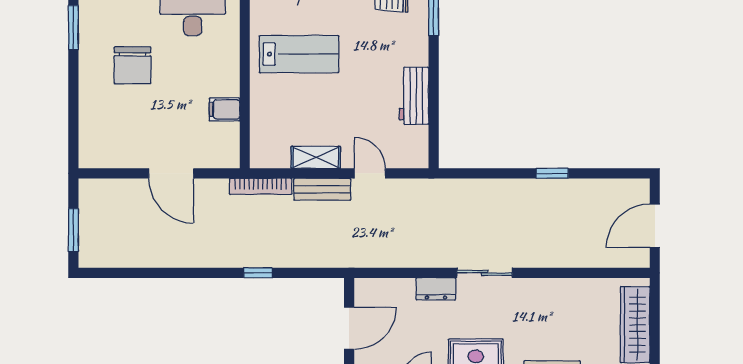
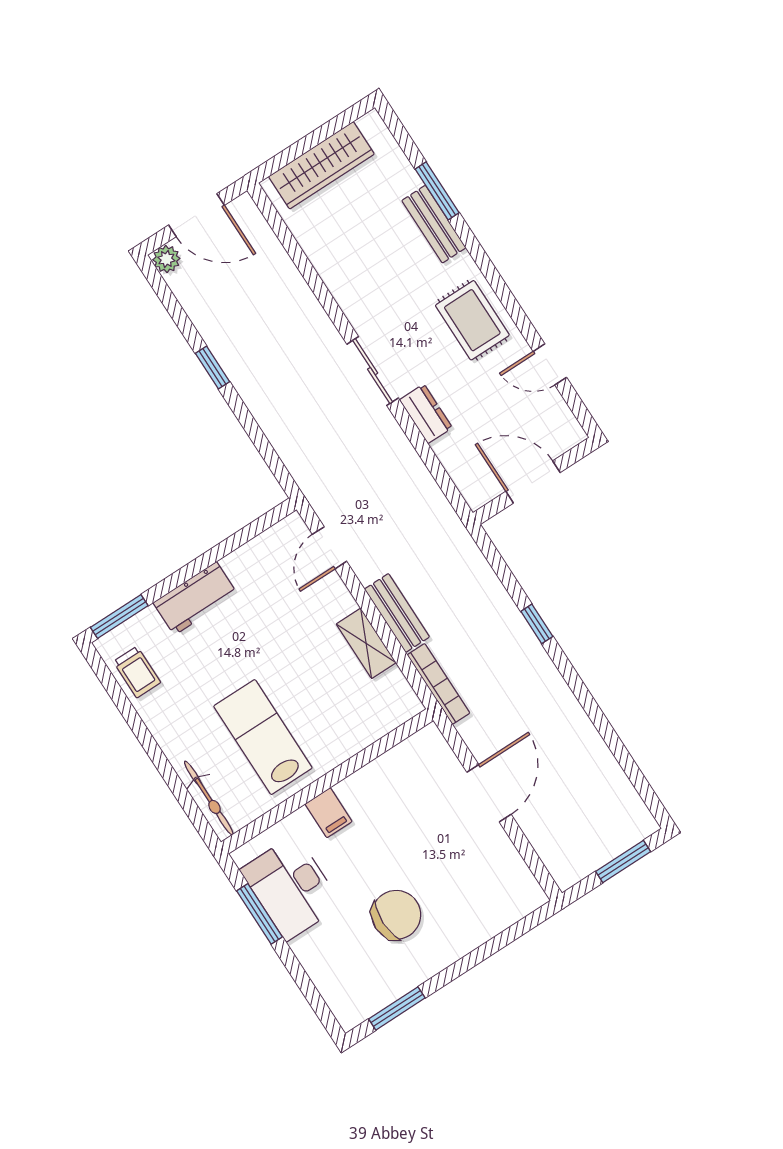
workbench: (414, 96) -> (195, 598), moved
filing cabinet: (225, 109) -> (329, 813), moved
door: (370, 173) -> (330, 548), moved
plant: (639, 189) -> (166, 259), added

